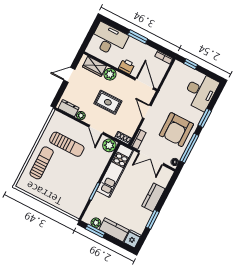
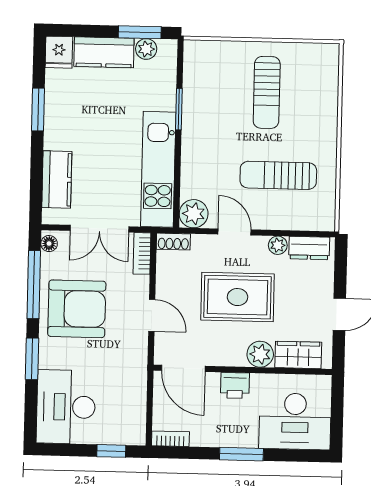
rug: (108, 102) -> (238, 297), width x1.36, depth x1.43
armchair: (176, 130) -> (77, 309), turned 90
double door: (151, 158) -> (99, 229), swing flipped
sun lounger: (42, 163) -> (267, 92), moved
kitchen counter: (153, 197) -> (57, 179), moved

